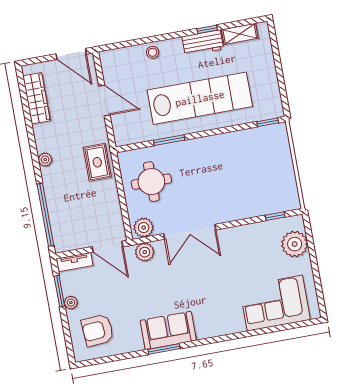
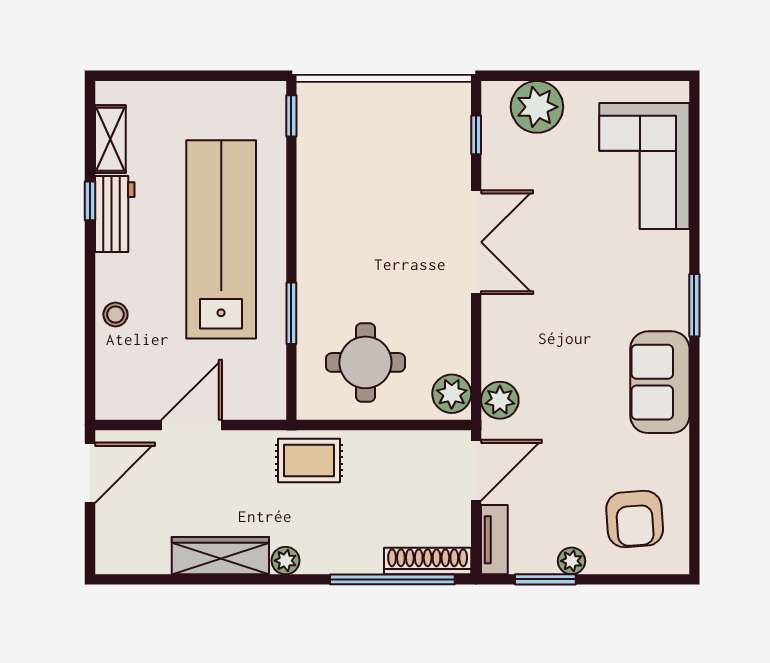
wardrobe: (37, 98) -> (220, 556), moved
shoe rack: (58, 231) -> (428, 561), added
double door: (190, 232) -> (476, 242), moved
window: (164, 349) -> (694, 305), moved

